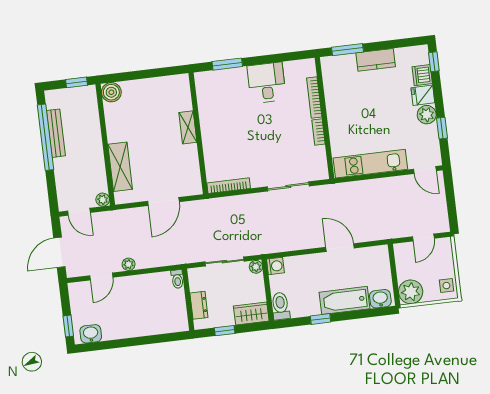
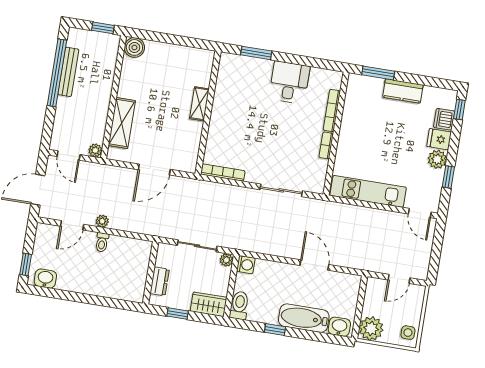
toilet: (177, 279) -> (102, 242), moved

